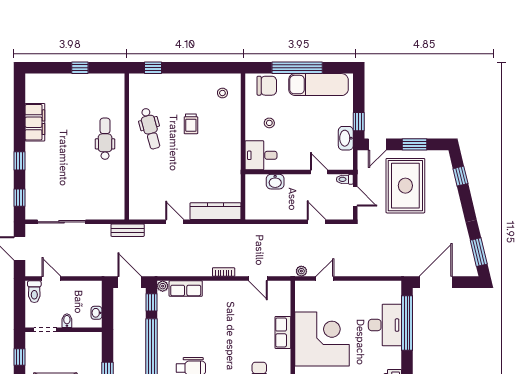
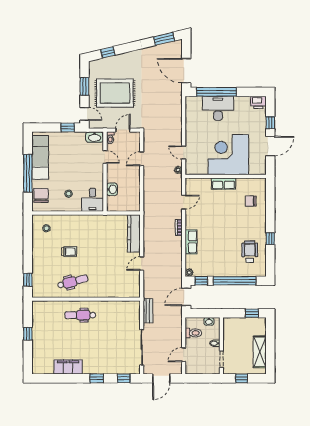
washbasin: (346, 138) -> (95, 137), moved
door: (319, 172) -> (105, 157), swing flipped
bench: (128, 230) -> (148, 311), moved
row of seats: (186, 289) -> (191, 242), moved
toilet: (34, 292) -> (193, 333), moved

